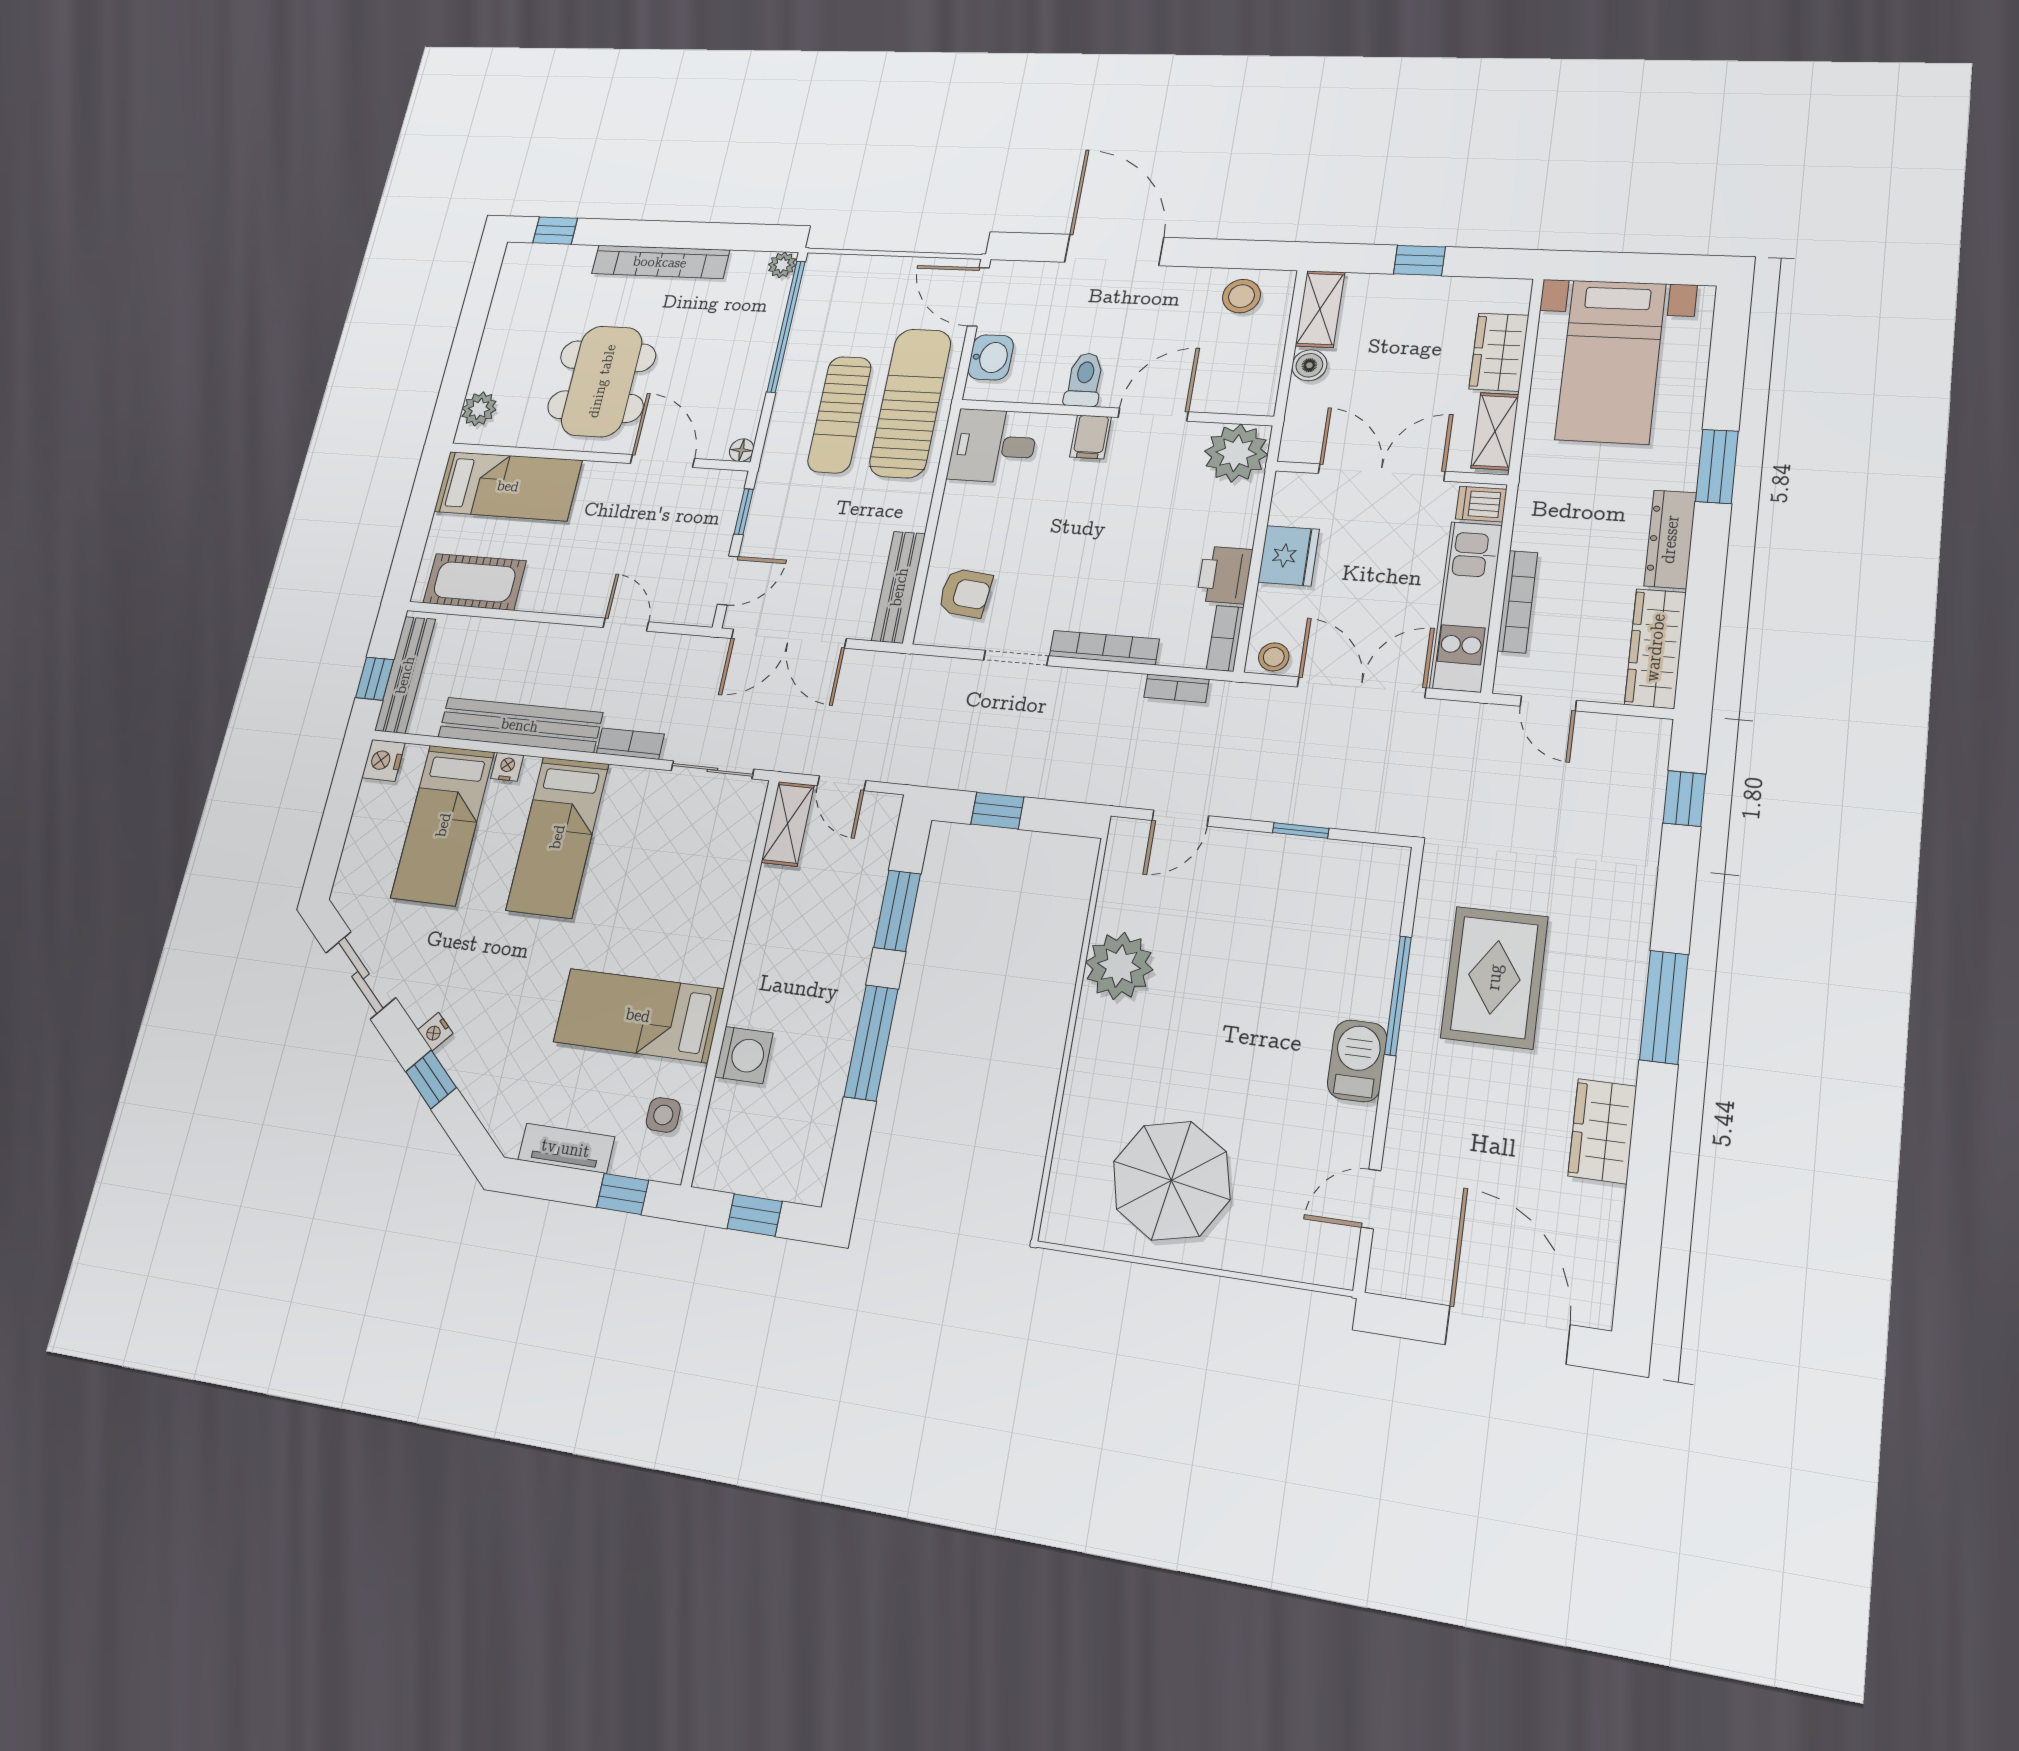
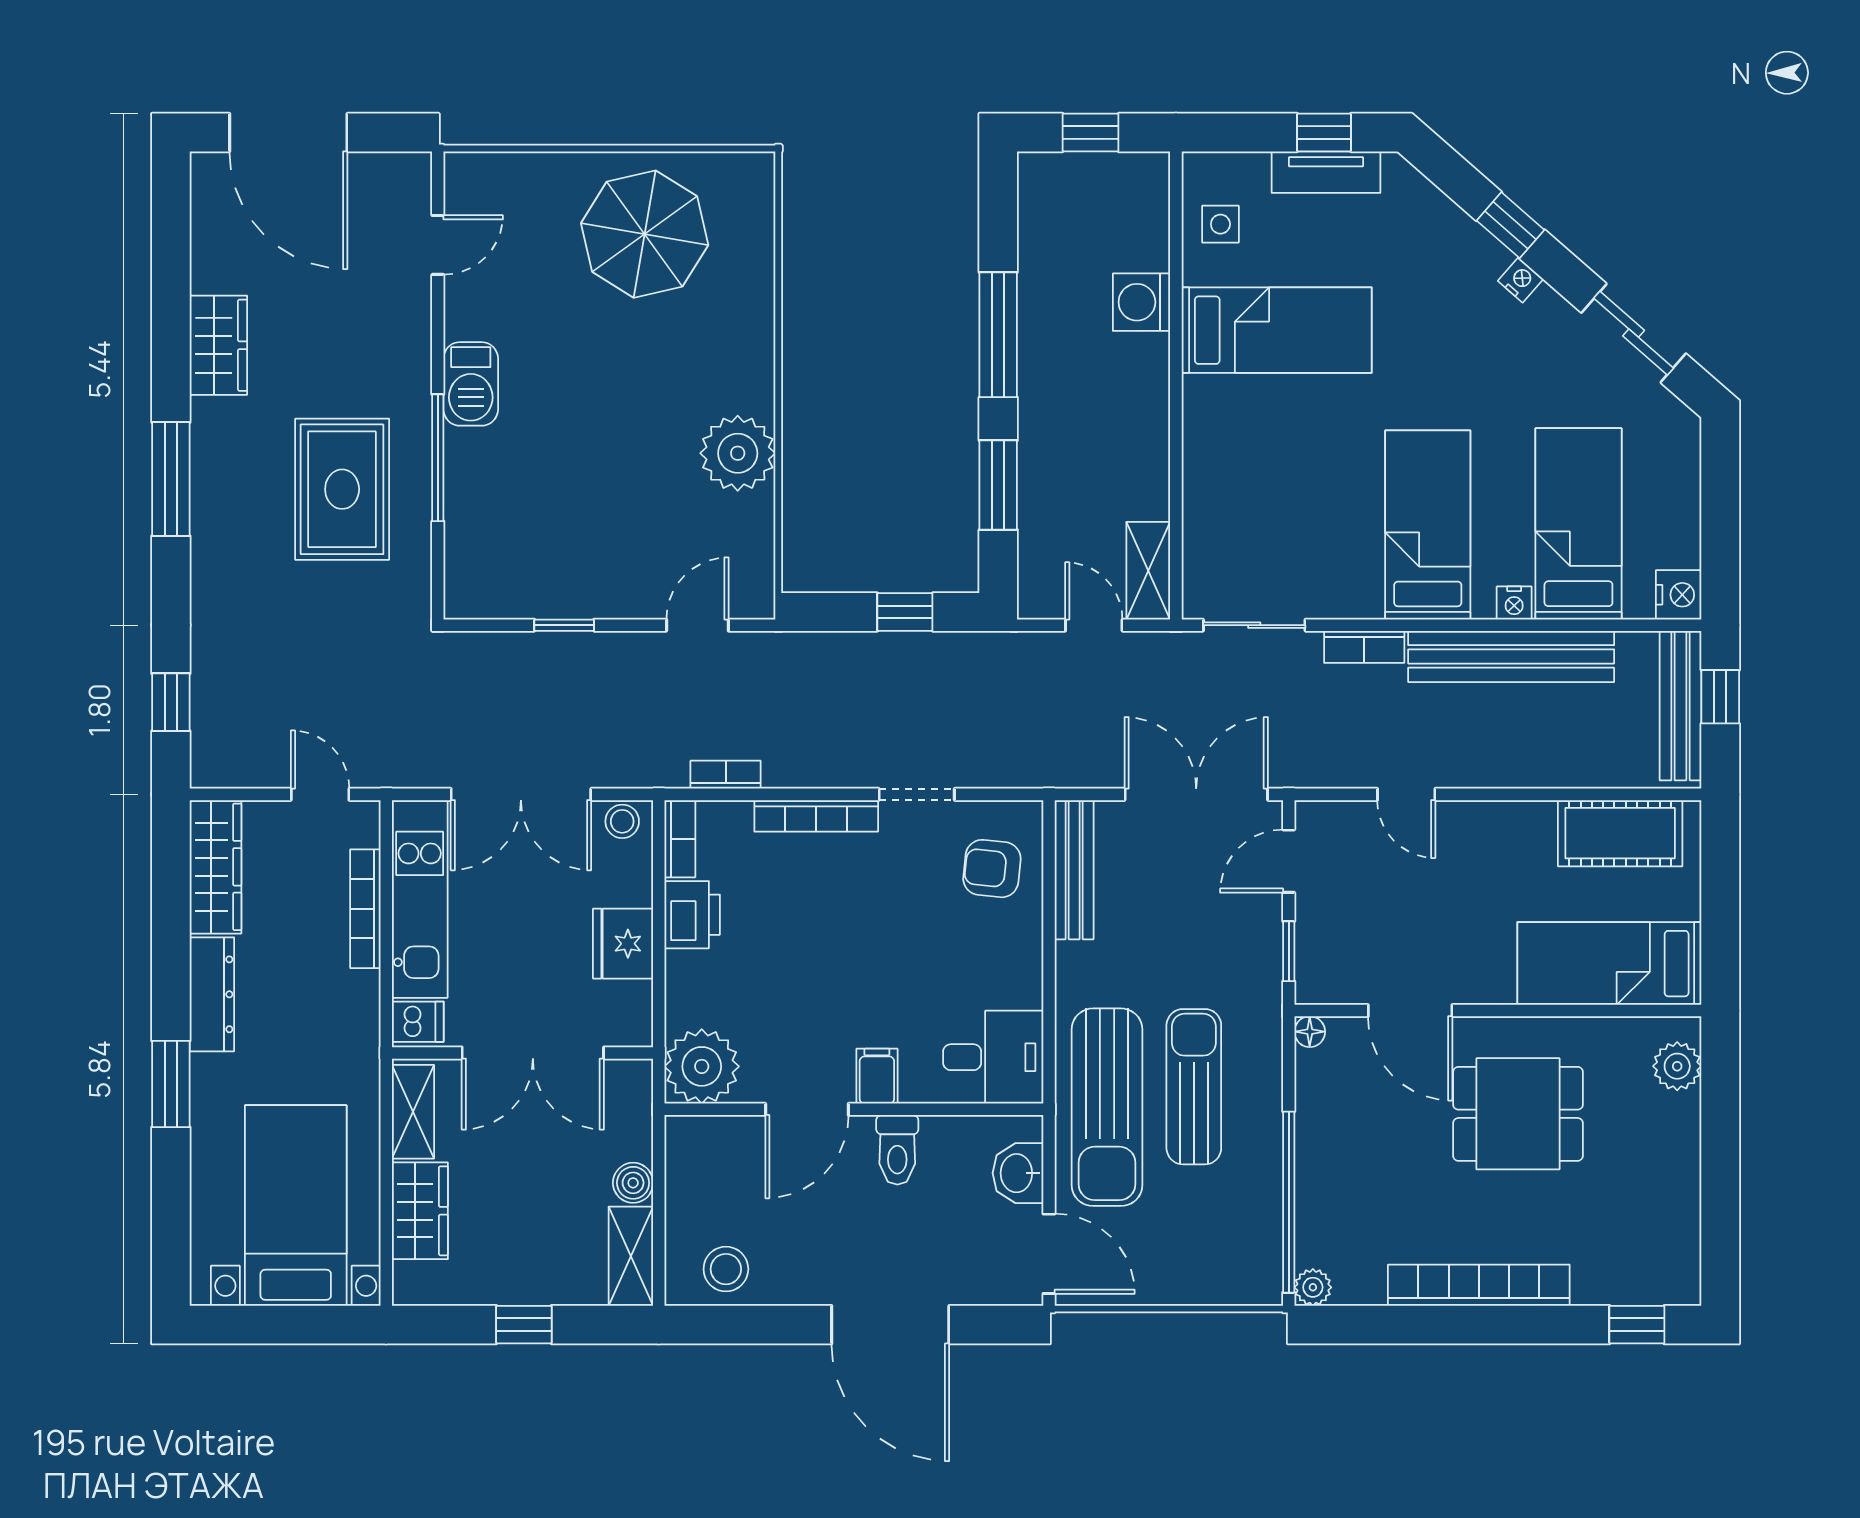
dining table: (602, 381) -> (1518, 1114), width x0.73
window: (623, 1194) -> (1324, 133), moved

